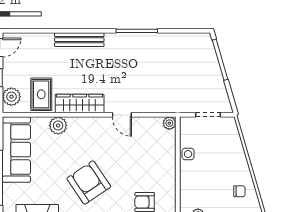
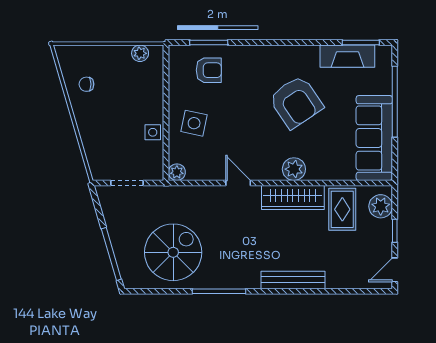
spiral stairs: (172, 61) -> (173, 252), added
plant: (58, 125) -> (294, 169), moved
side table: (156, 161) -> (194, 123), added
armchair: (89, 183) -> (296, 102), moved

